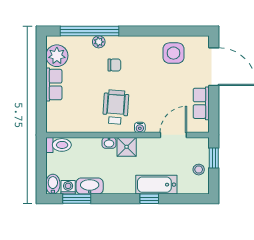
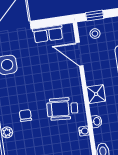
water cooler: (140, 127) -> (84, 131), moved
washbasin: (109, 143) -> (97, 121), moved
stool: (199, 170) -> (95, 34), moved

